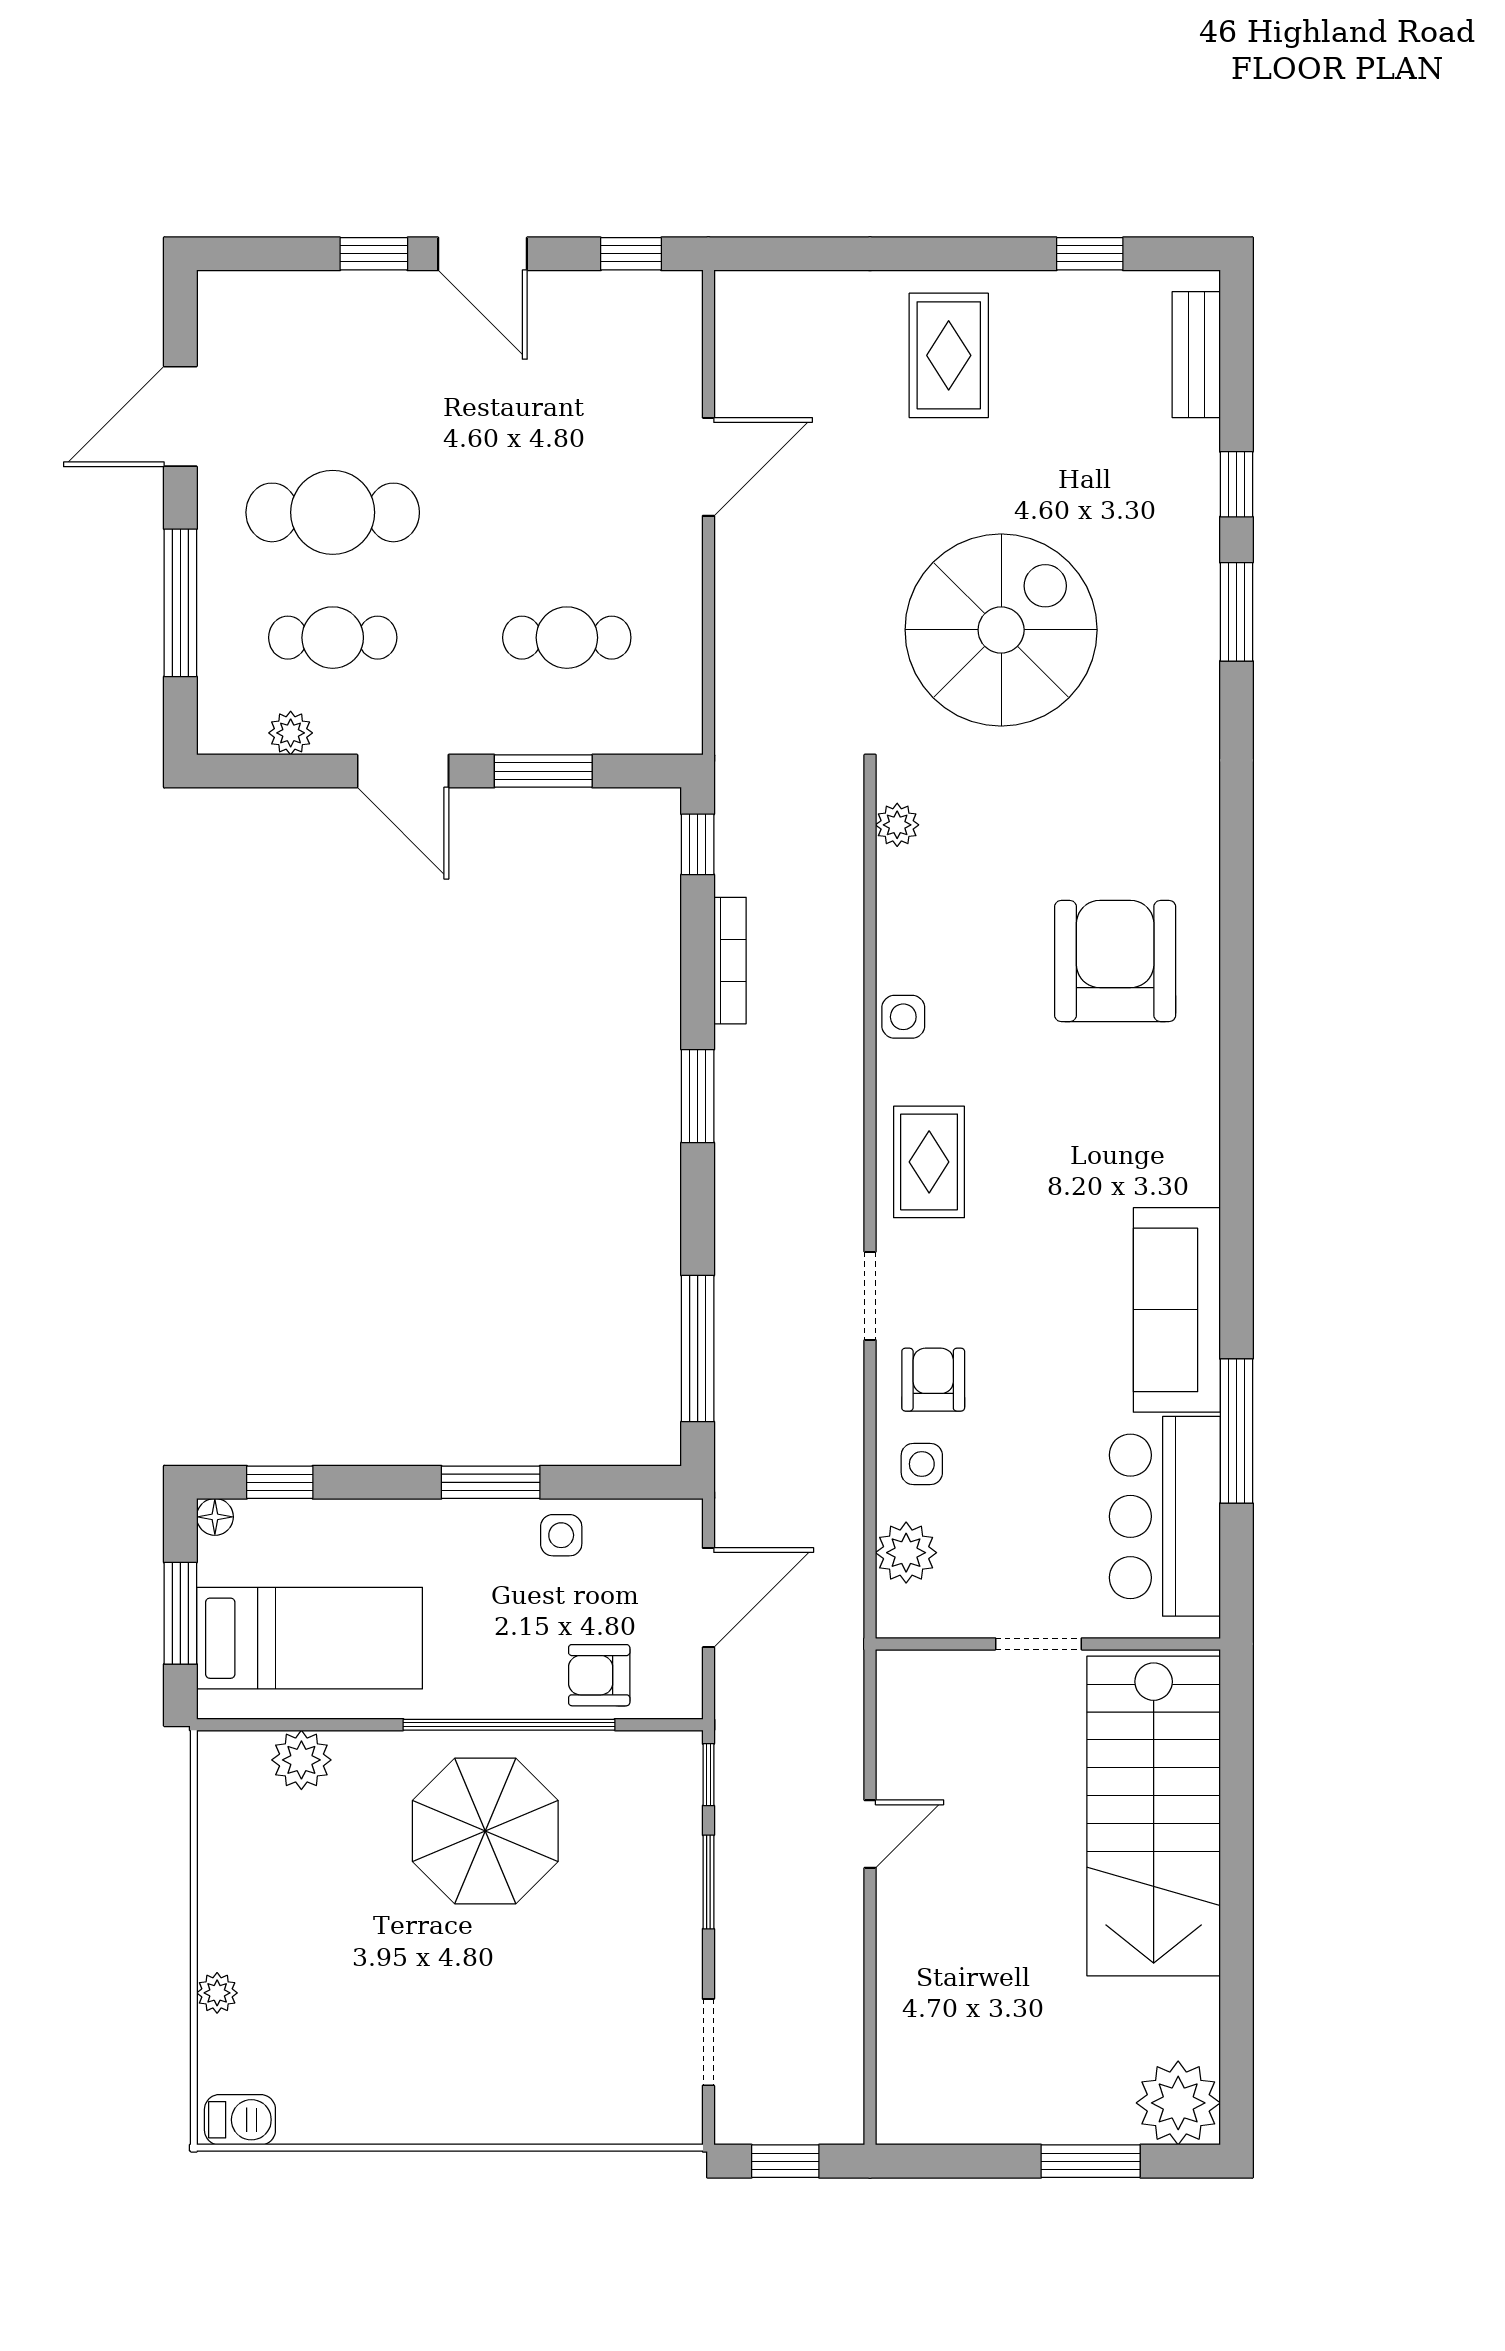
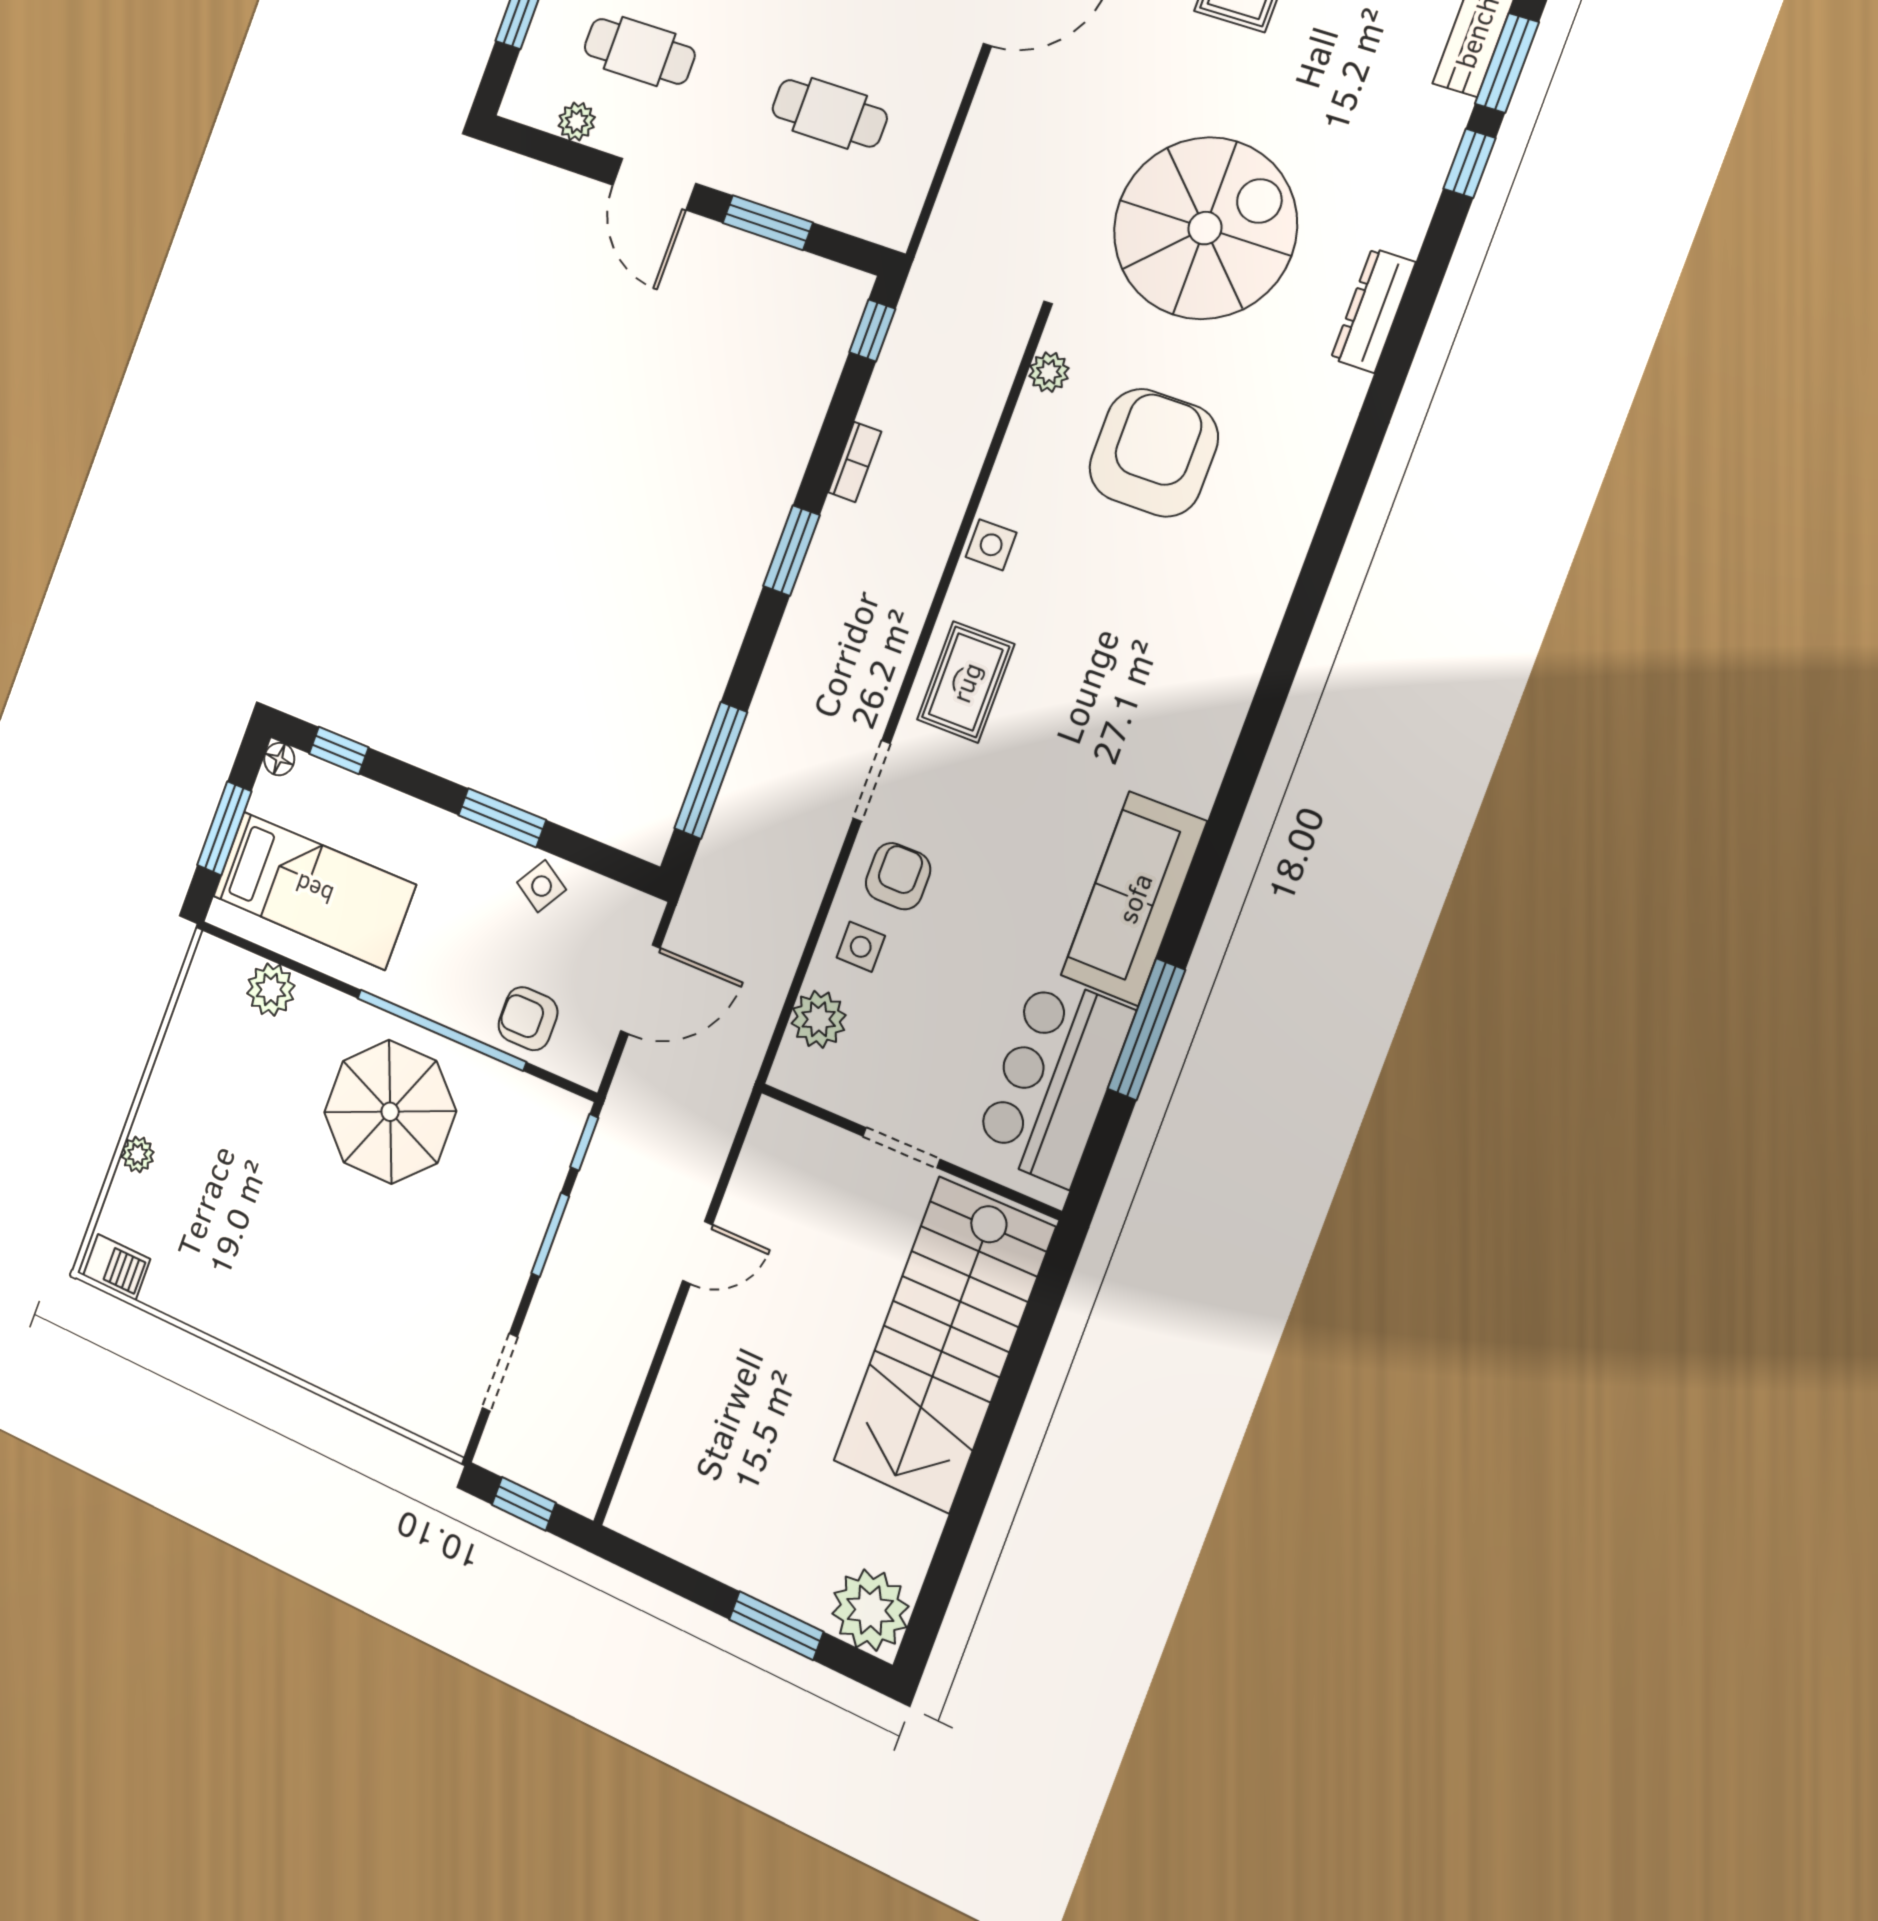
window: (1236, 612) -> (1507, 63), moved
dresser: (1197, 657) -> (1373, 310), added
bookcase: (730, 961) -> (855, 462), width x0.64
armchair: (1115, 961) -> (1154, 453), moved
side table: (561, 1535) -> (542, 886), turned 32

